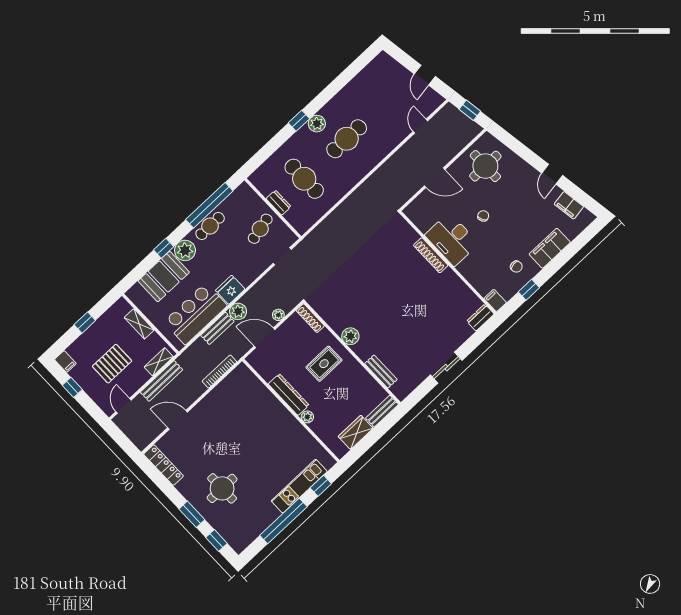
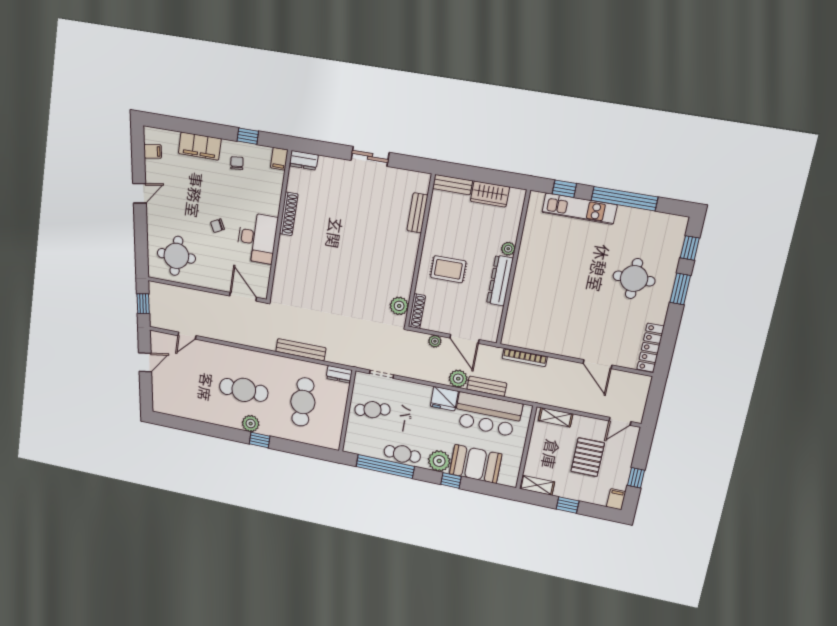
door: (435, 178) -> (243, 297), moved
dresser: (279, 203) -> (339, 374), moved, turned -90
filing cabinet: (569, 205) -> (153, 151), width x0.50
shoe rack: (431, 255) -> (289, 214), moved
shelving: (139, 324) -> (537, 485), moved, turned 90
plant: (350, 336) -> (399, 306), moved
pallet: (112, 364) -> (588, 457), turned 90
bench: (162, 381) -> (301, 350), moved

